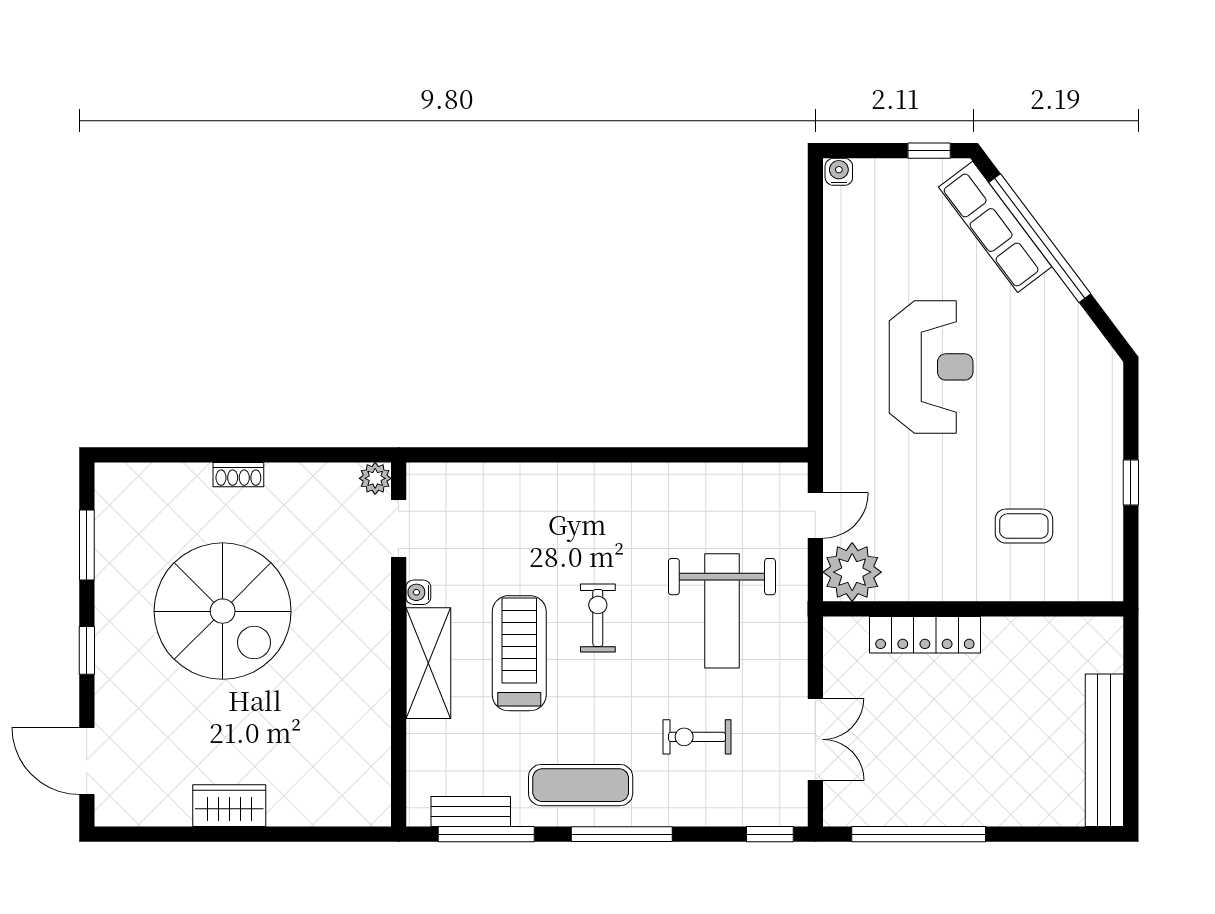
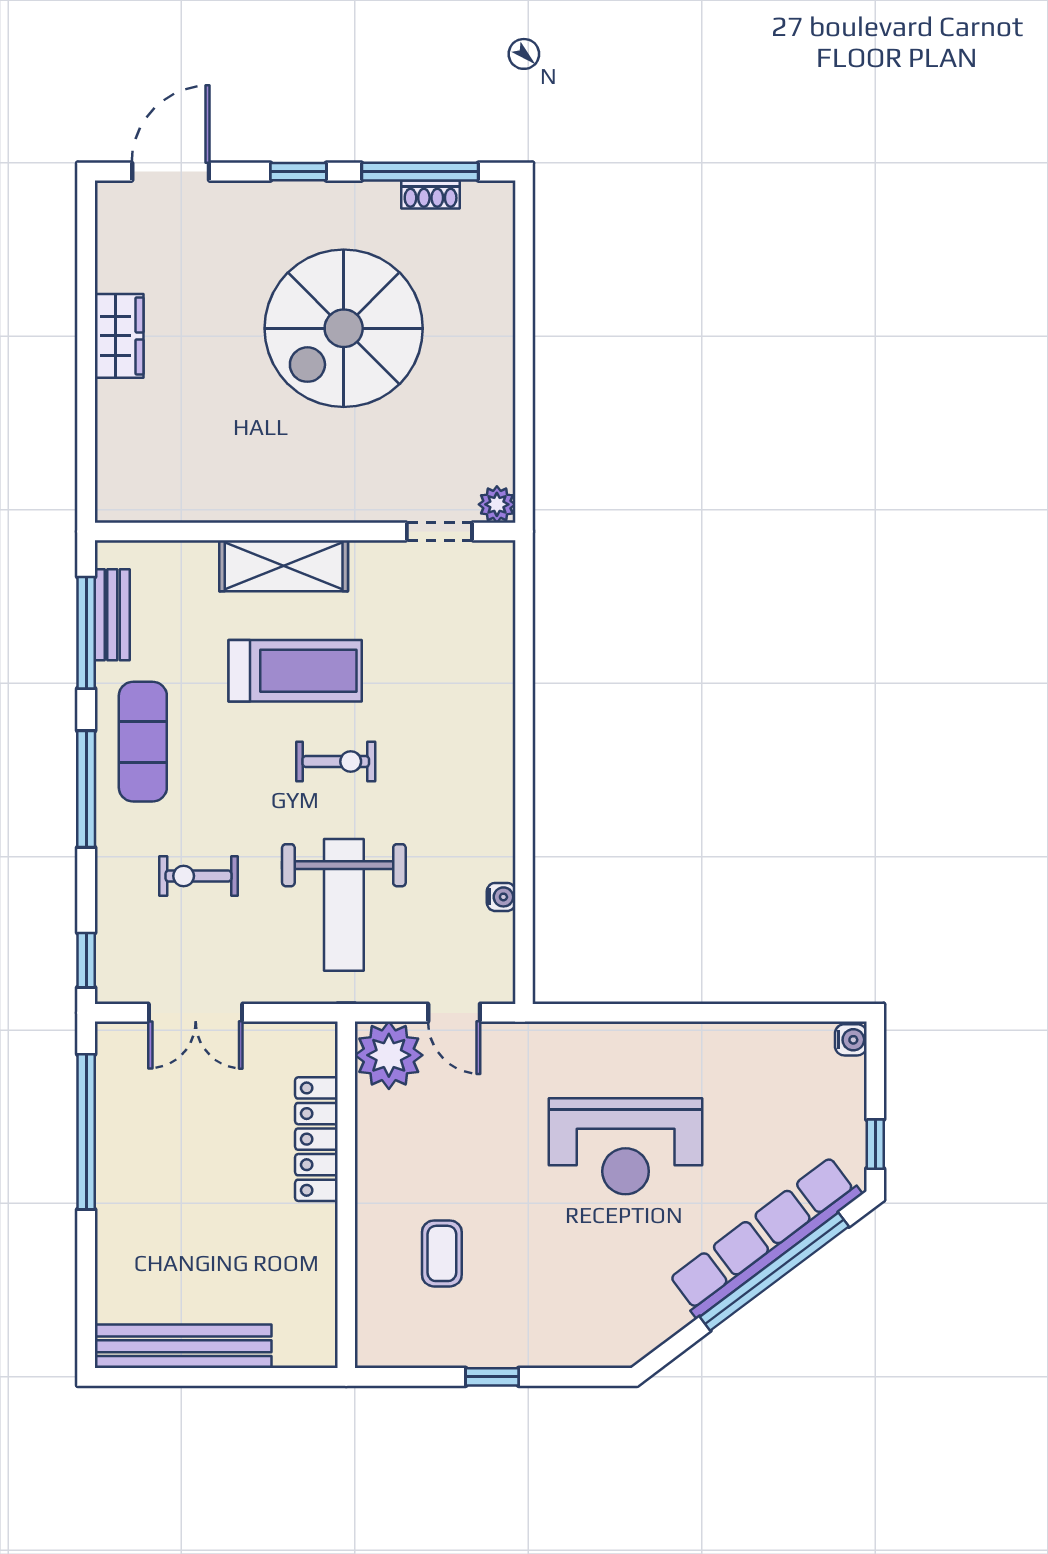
row of seats: (995, 227) -> (765, 1237), width x1.36
shoe rack: (238, 475) -> (431, 194), moved, turned -90
window: (87, 545) -> (420, 172), width x1.44
water cooler: (418, 592) -> (501, 897), moved, turned 90
weight bench: (722, 611) -> (344, 905), turned -90
exercise bike: (697, 737) -> (198, 876), turned -90

